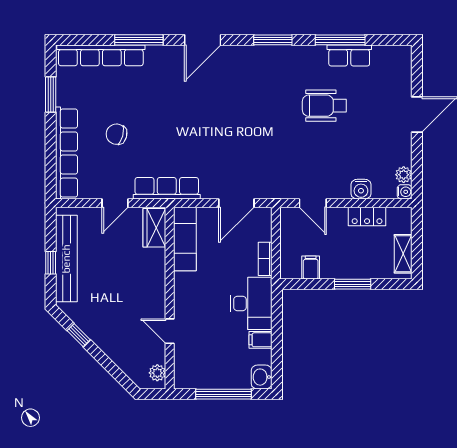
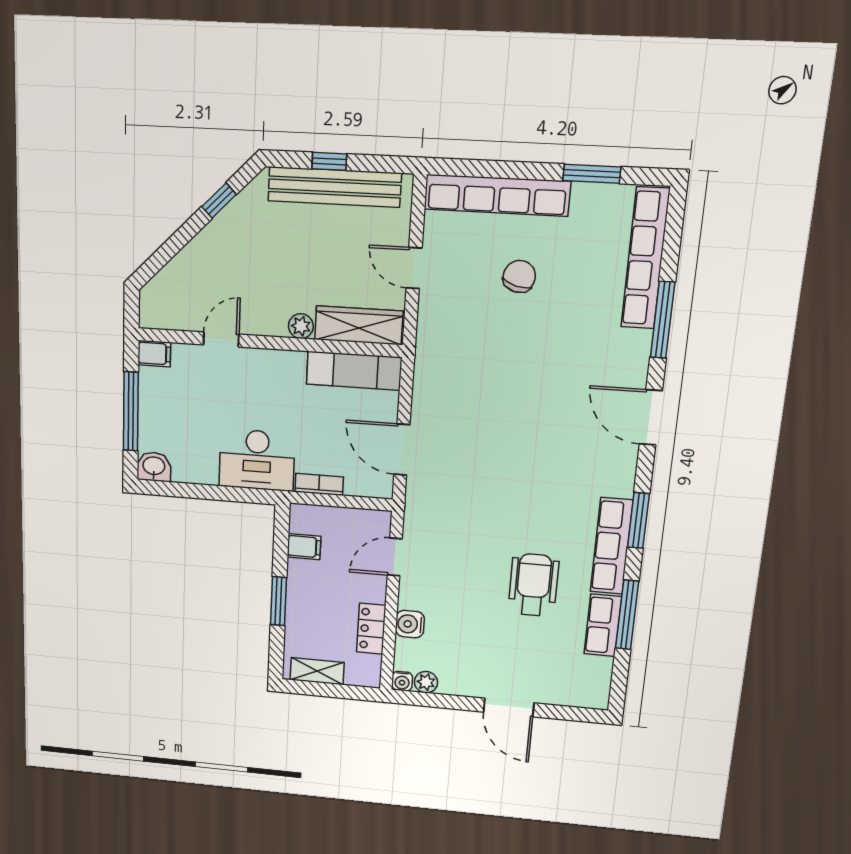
row of seats: (167, 188) -> (612, 546), moved, turned 180
wardrobe: (154, 228) -> (359, 325), width x1.50
filing cabinet: (260, 340) -> (154, 354), moved, turned 90
plant: (157, 373) -> (301, 326), moved

